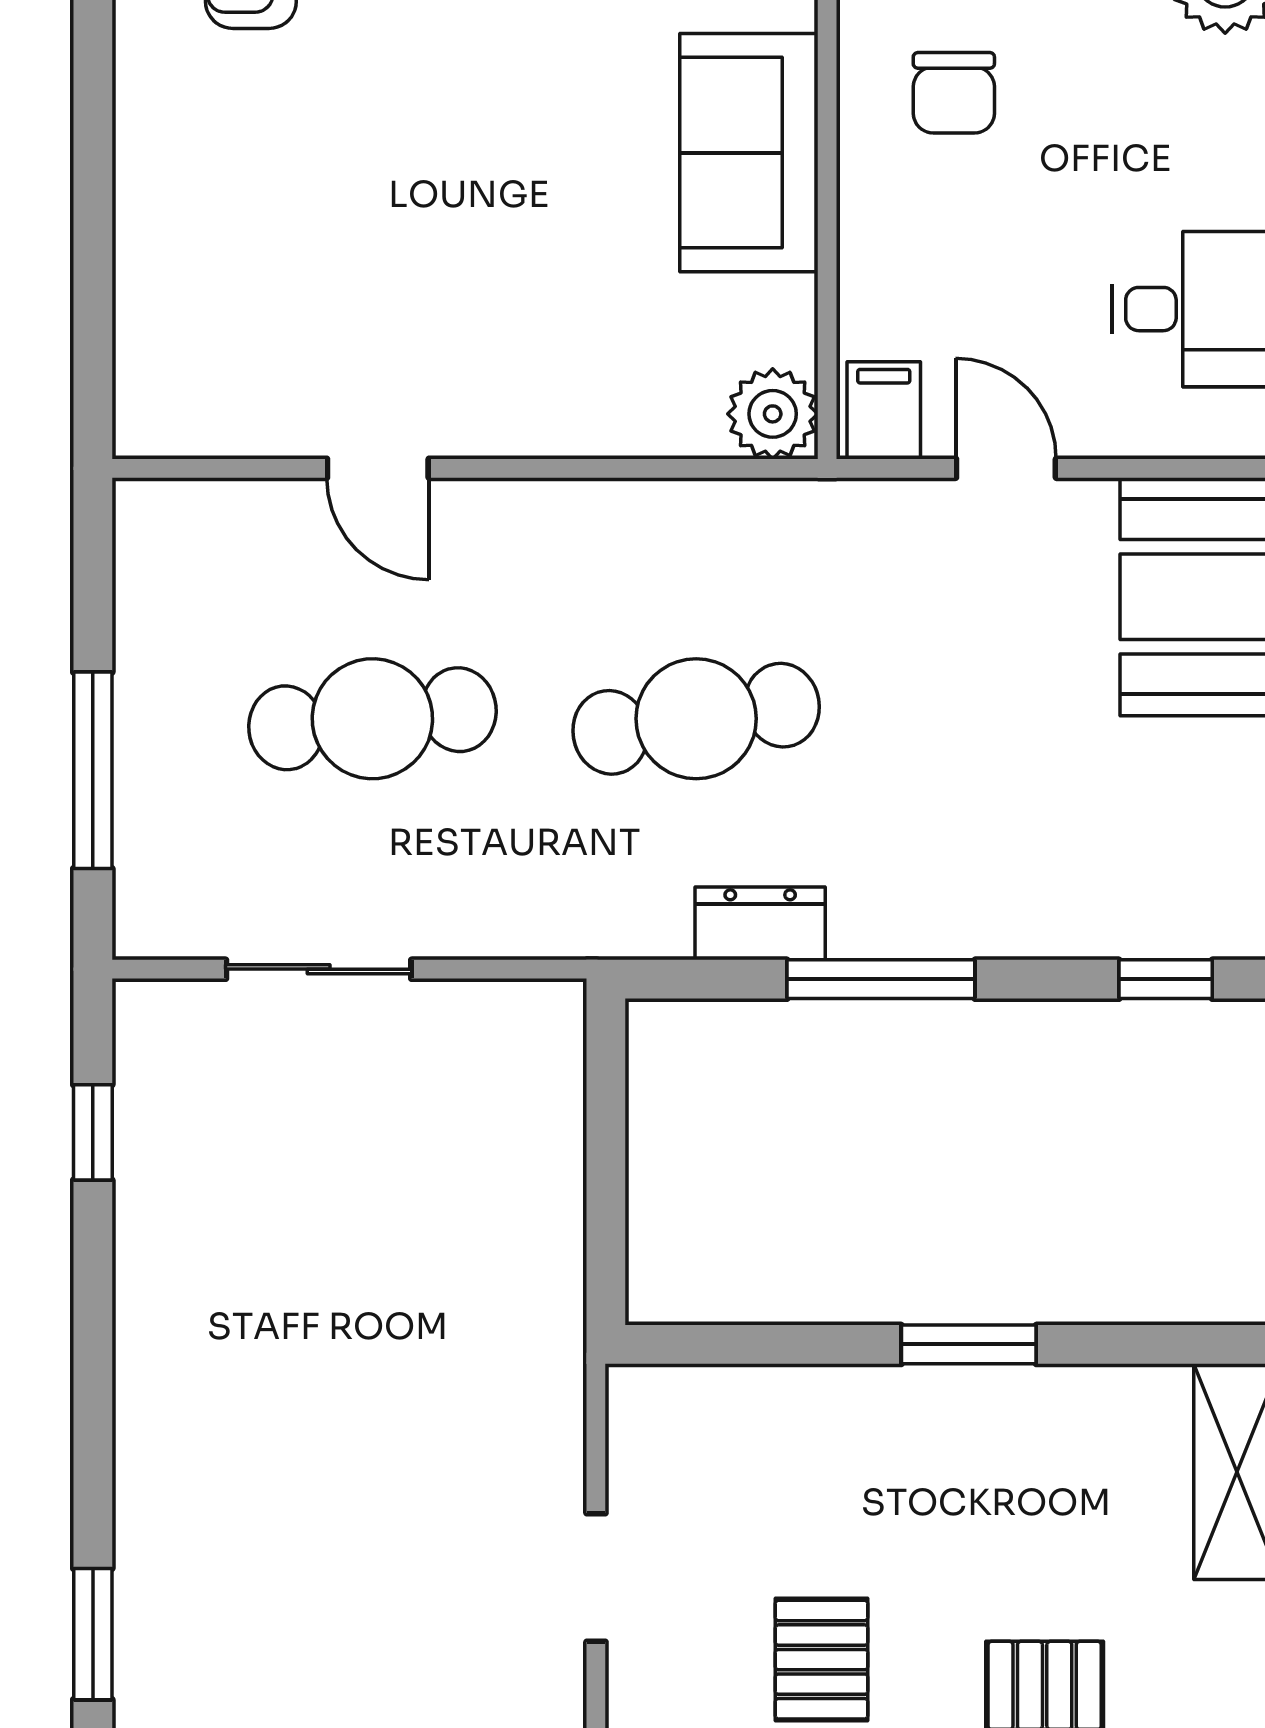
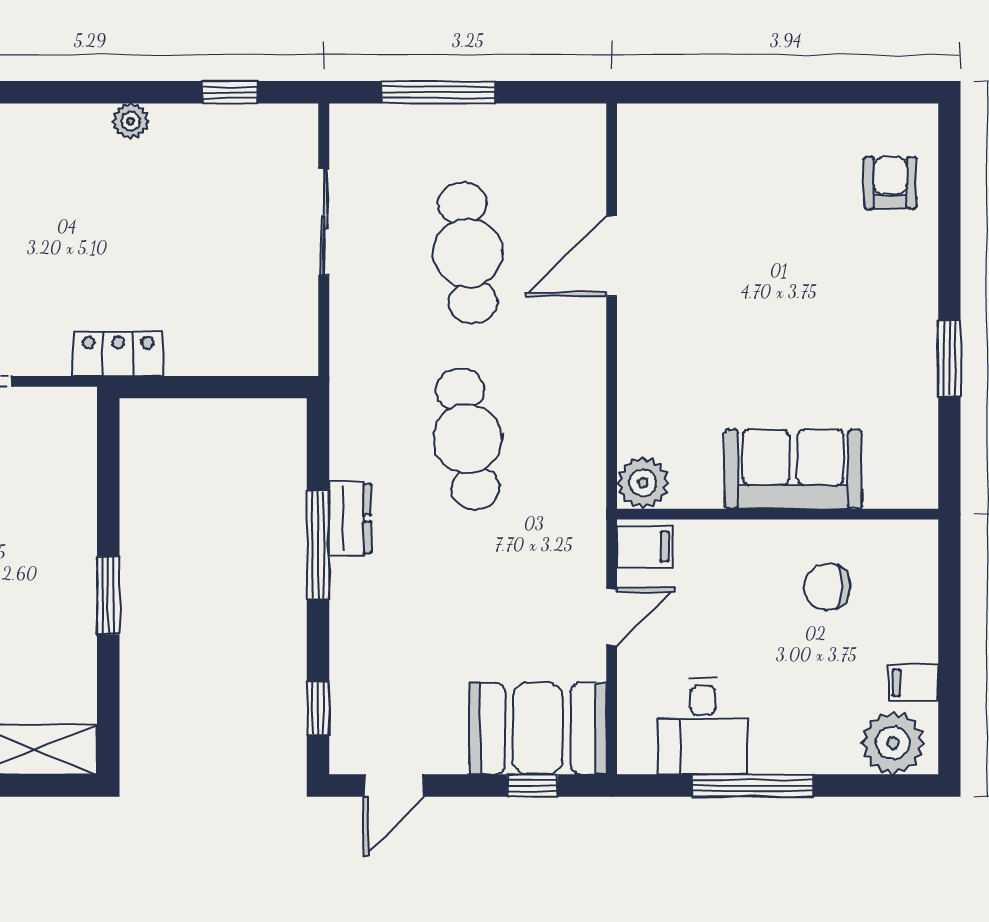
door: (378, 468) -> (612, 256), width x1.38
dresser: (760, 923) -> (350, 518), moved
plant: (143, 1305) -> (131, 121), added
locker: (548, 1327) -> (118, 354), added

